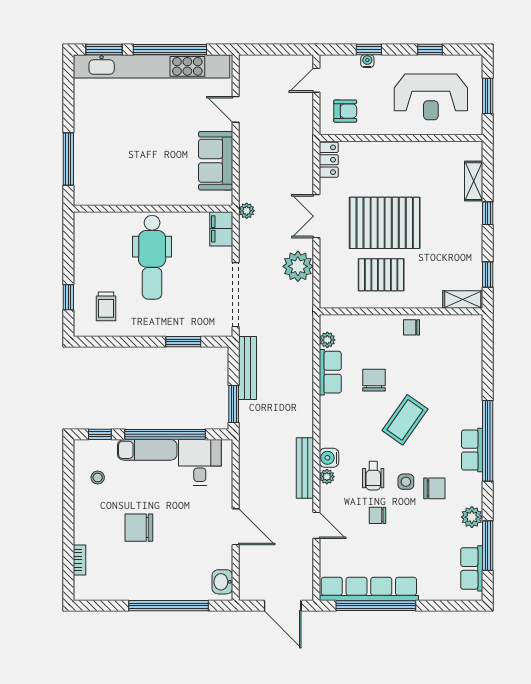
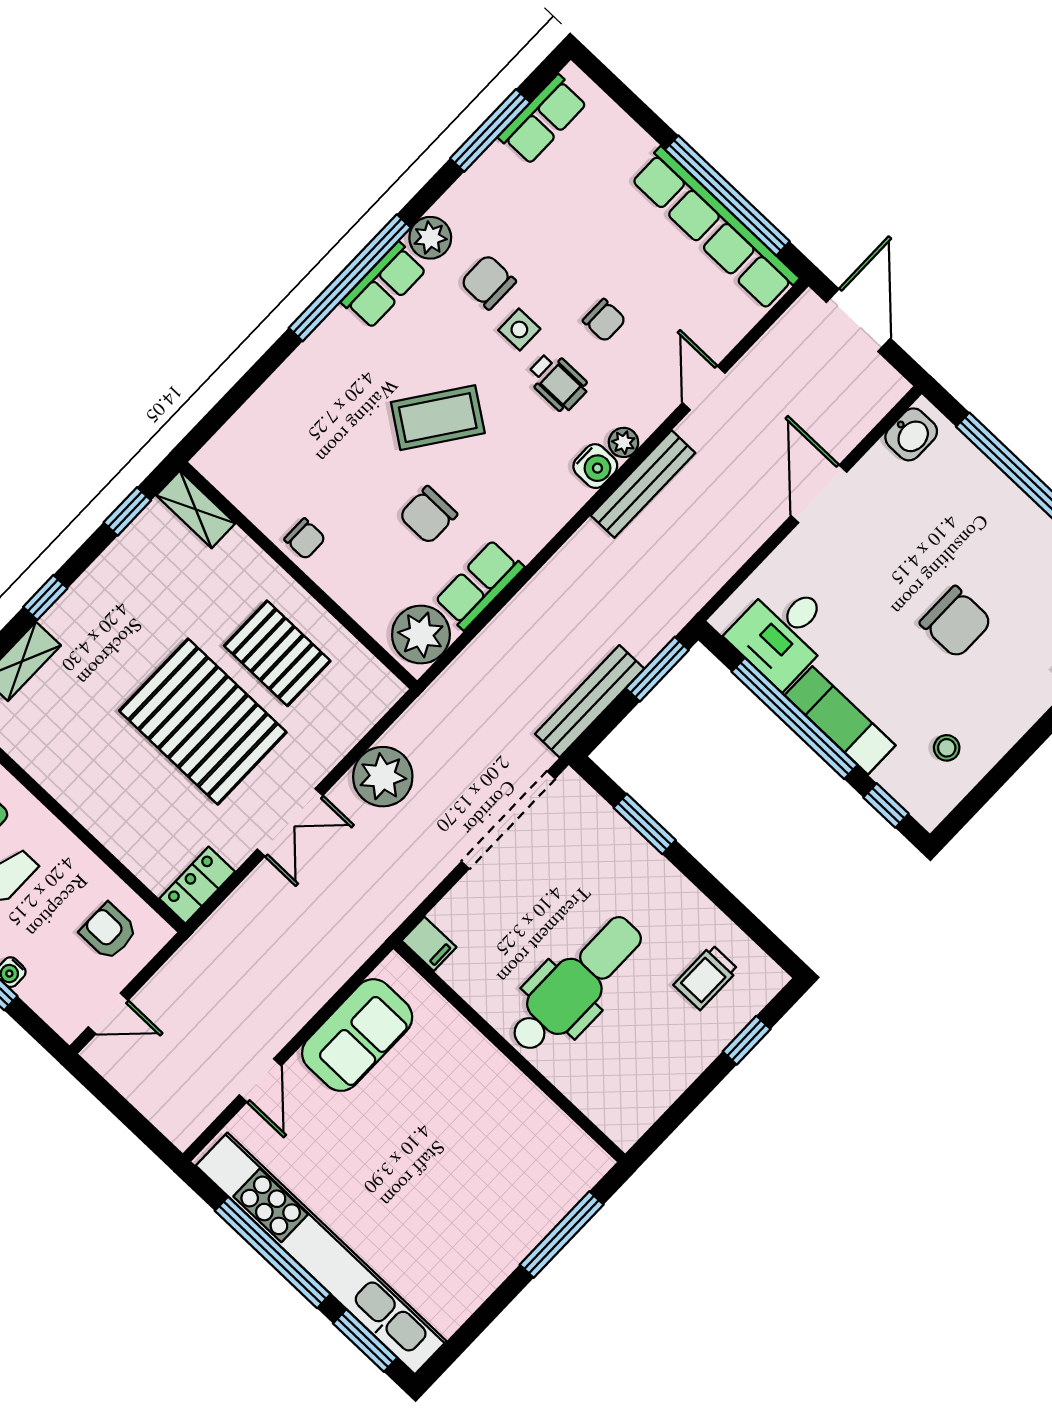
plant: (247, 211) -> (381, 923), removed
filing cabinet: (221, 229) -> (429, 944), width x0.50
trolley: (106, 306) -> (706, 977), turned 180
plant: (327, 340) -> (421, 635), width x1.88, depth x1.88
wheelchair: (373, 476) -> (557, 382), turned 90
plant: (472, 517) -> (430, 238), moved

